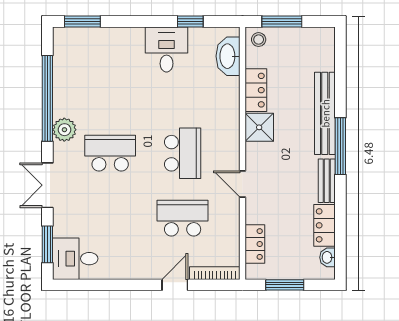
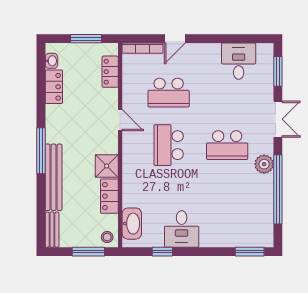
bench: (327, 181) -> (52, 230), moved
desk: (75, 259) -> (239, 61), moved, turned -90

